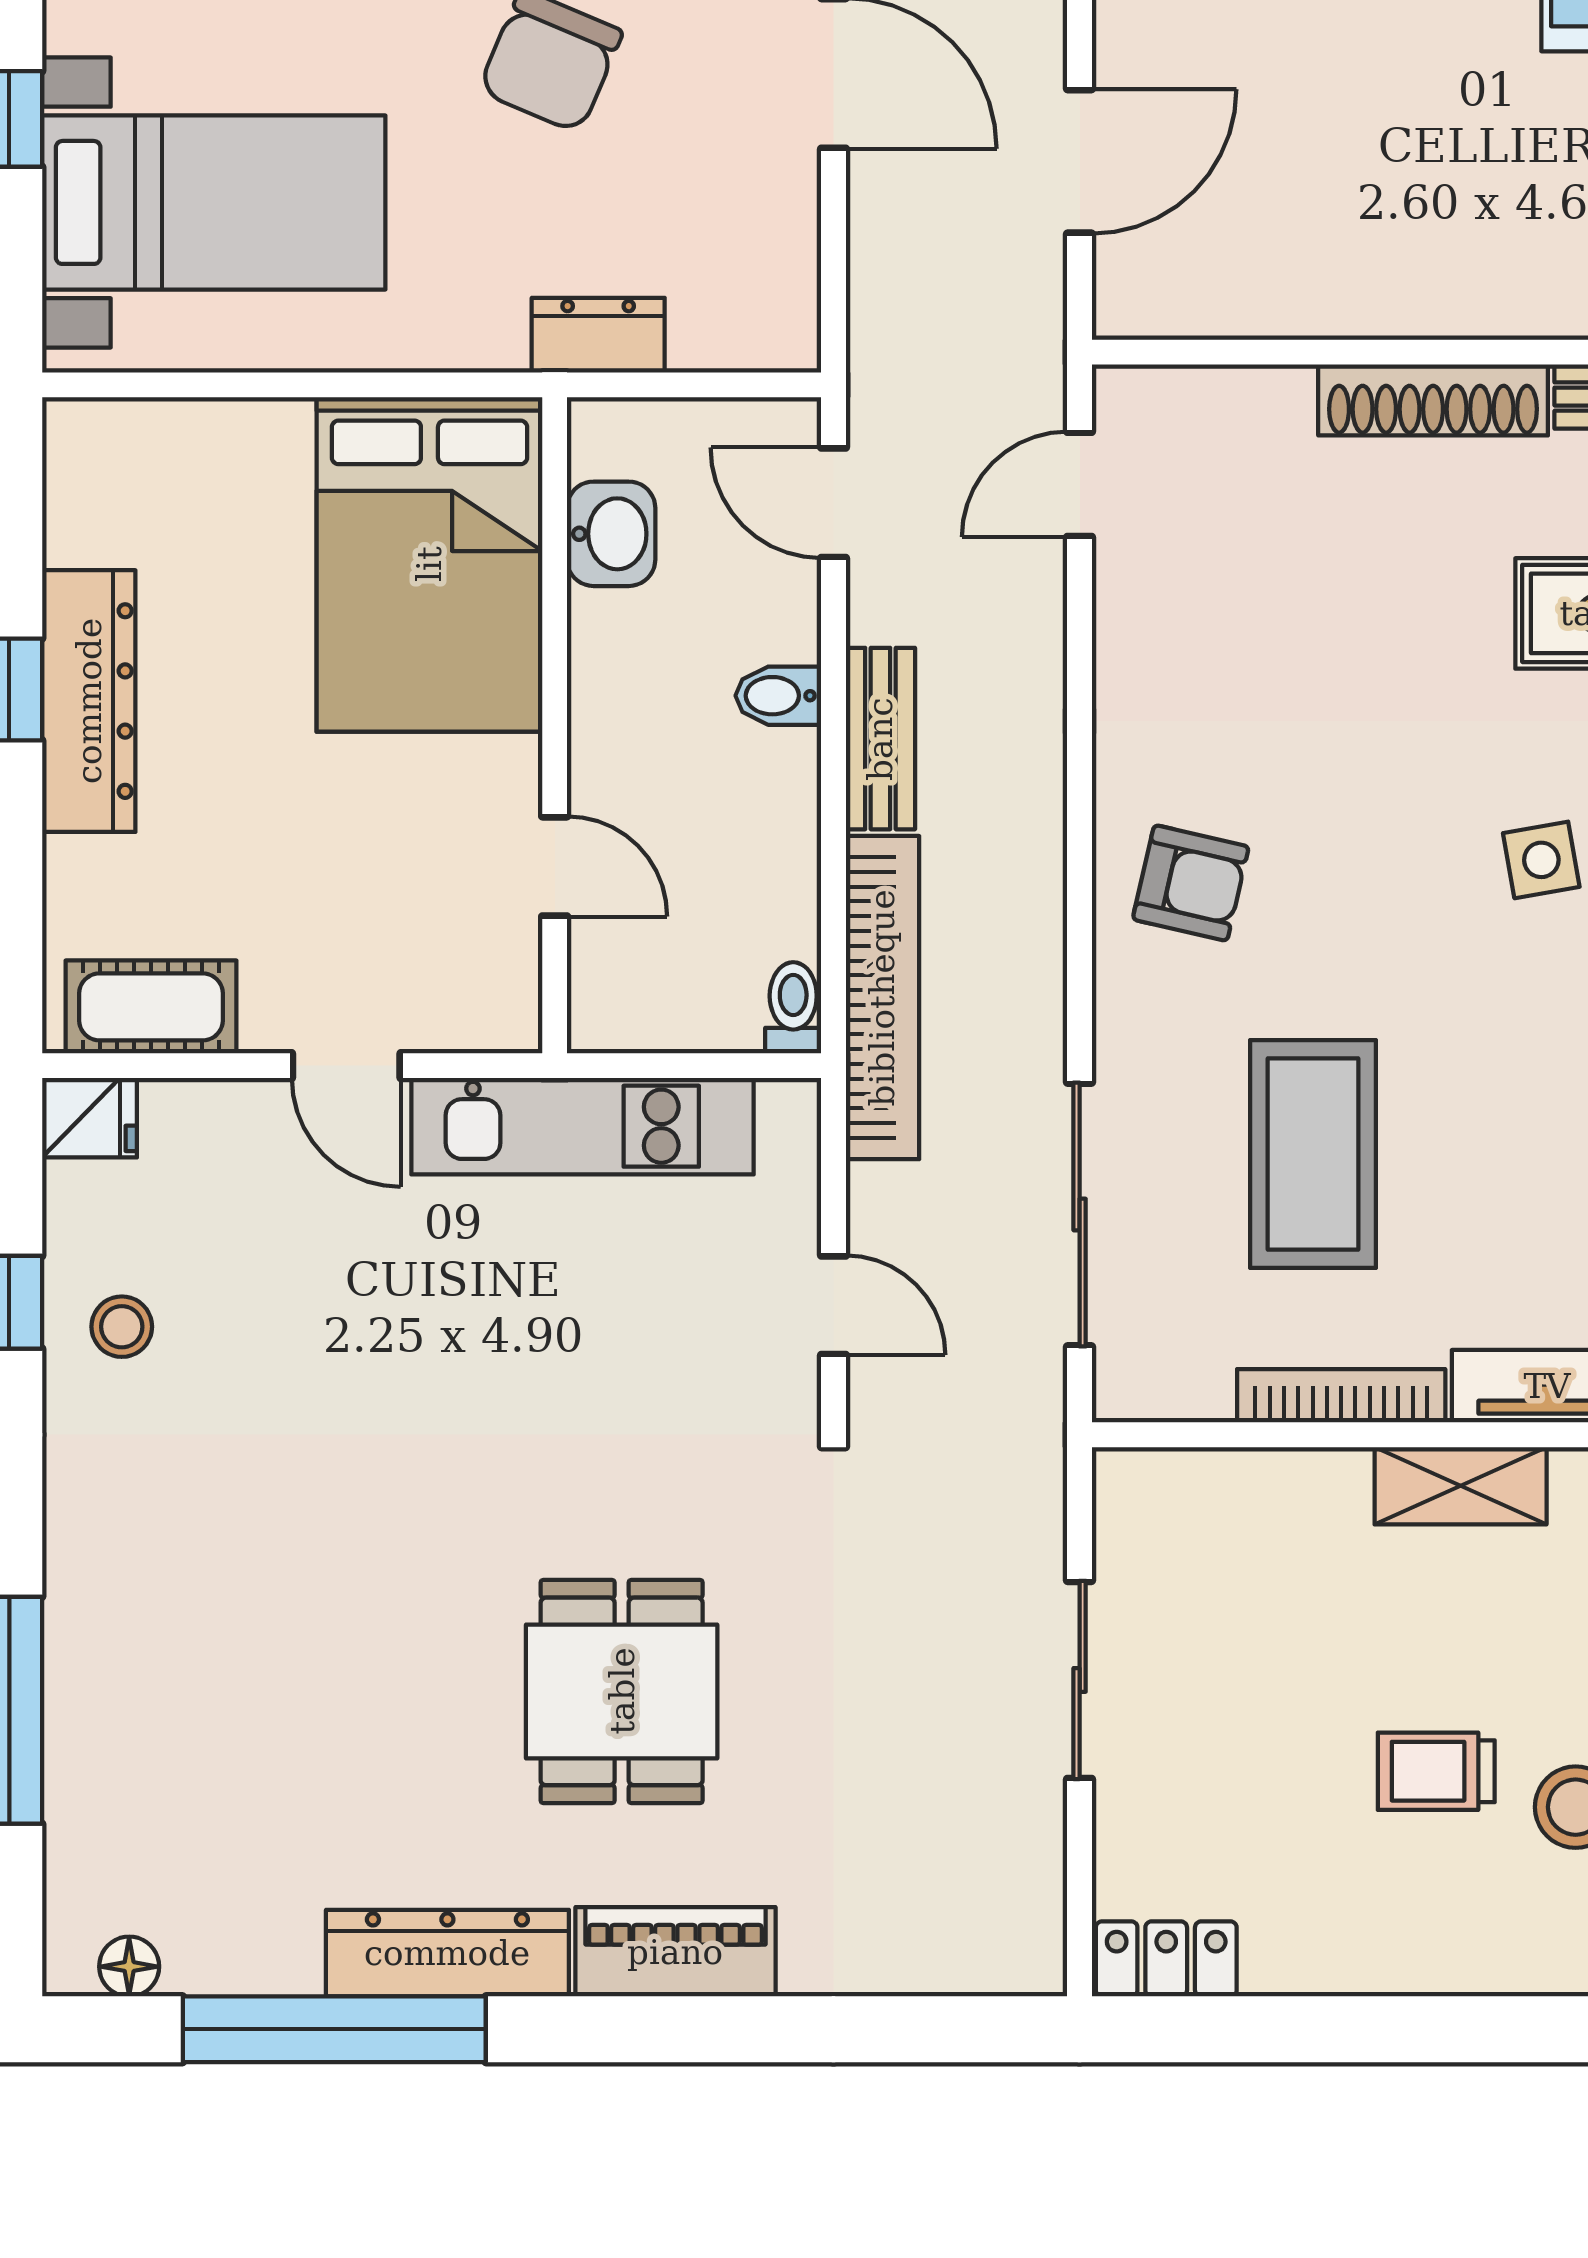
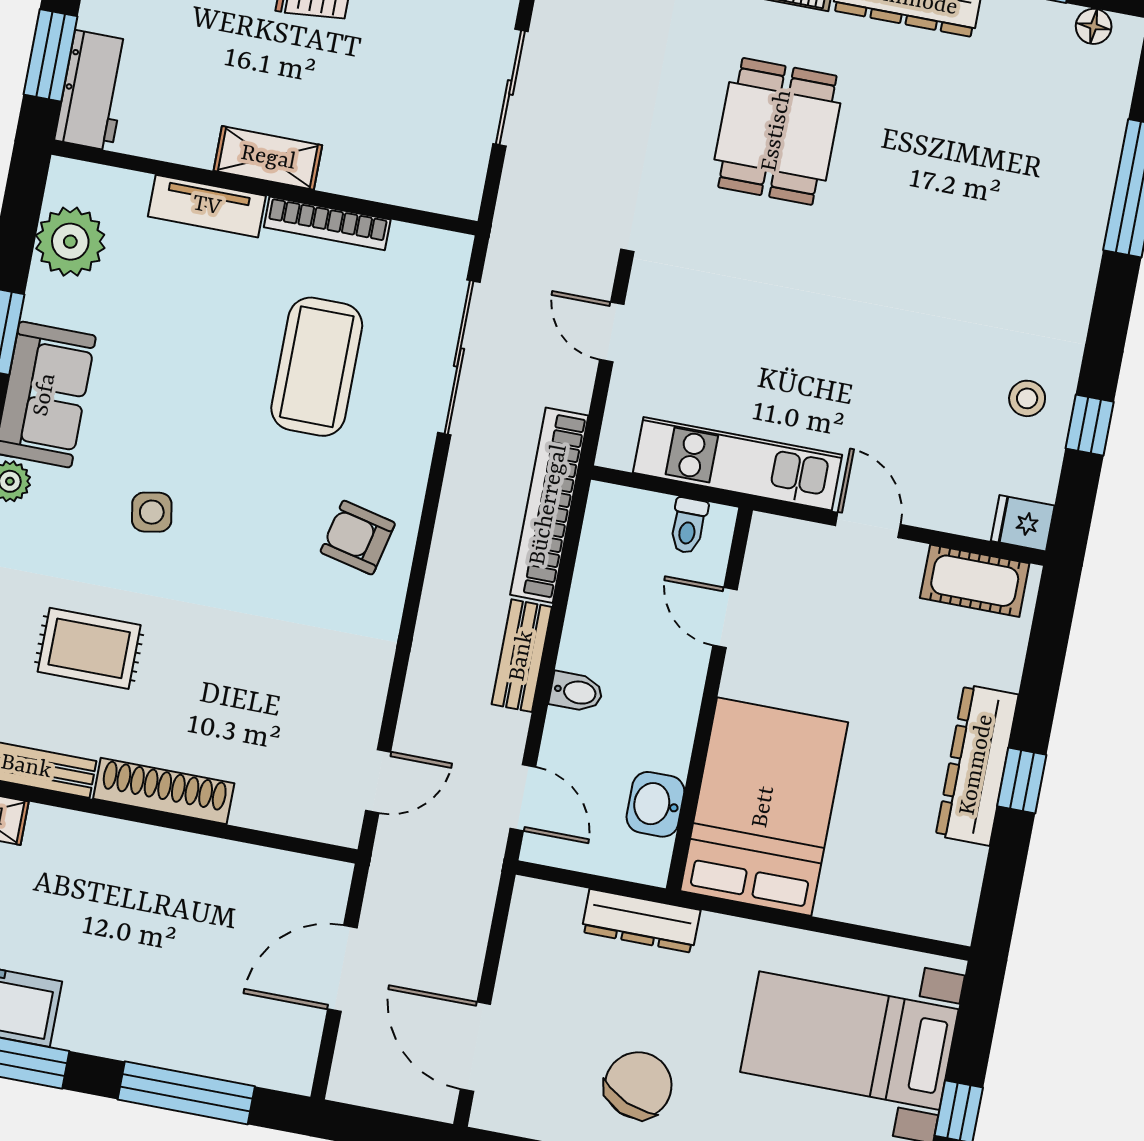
dresser: (598, 335) -> (641, 921), width x1.44
toilet: (793, 1008) -> (688, 526), moved

